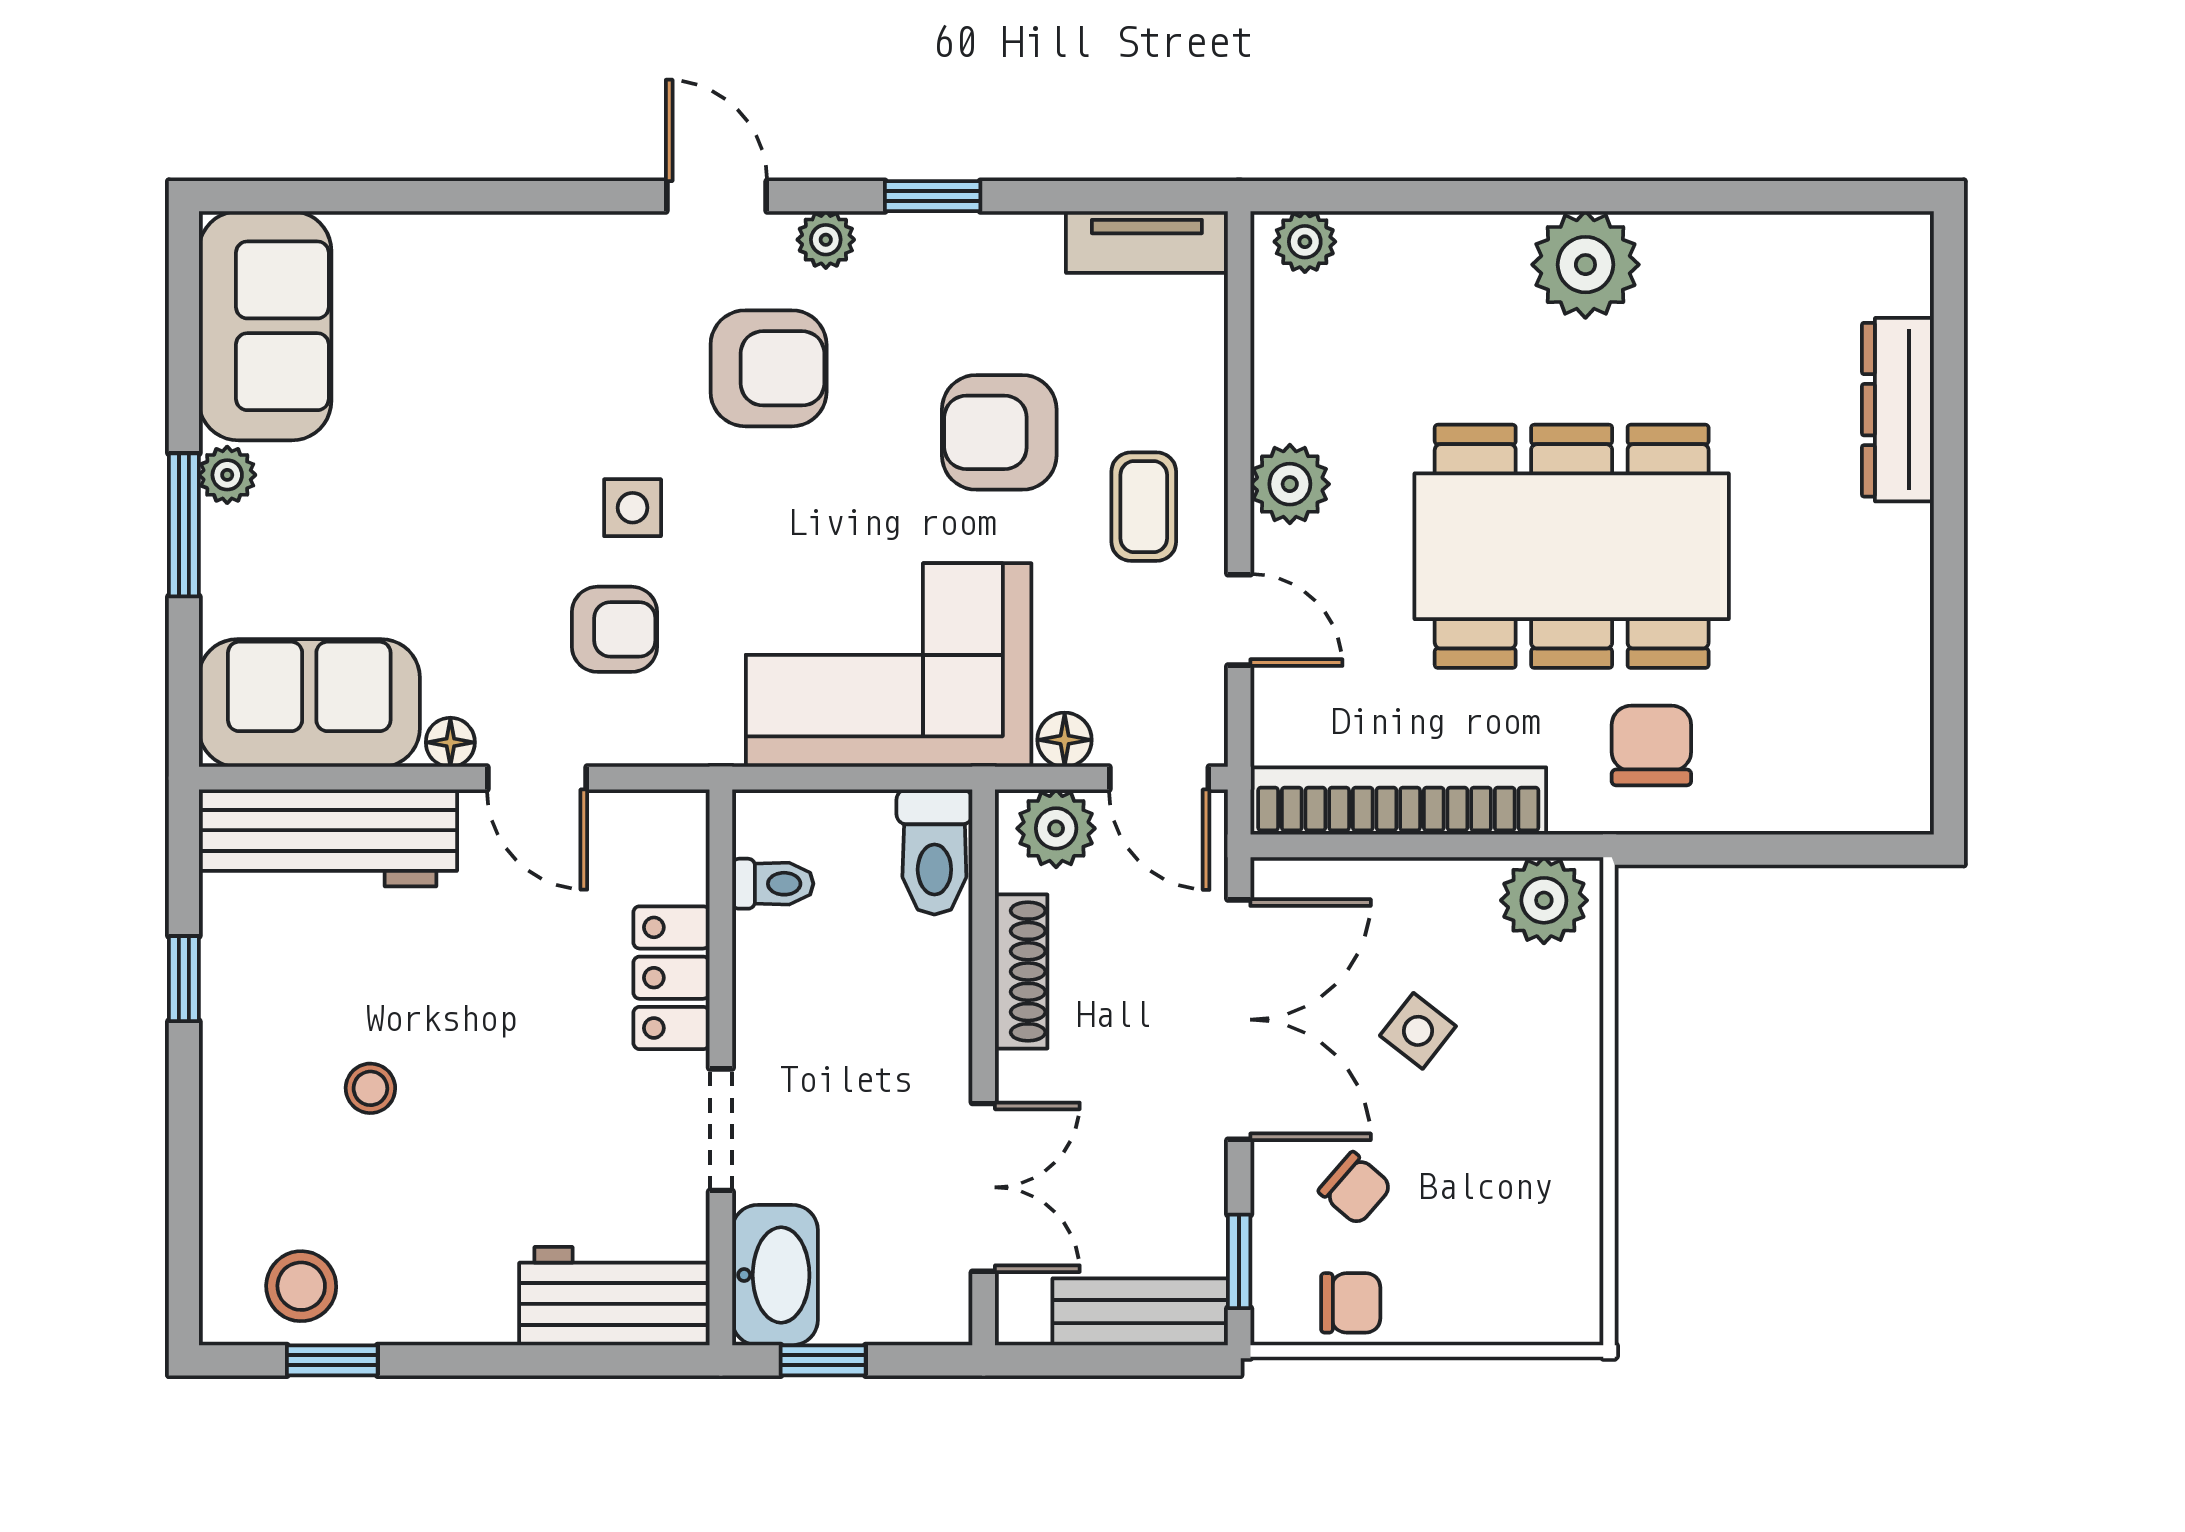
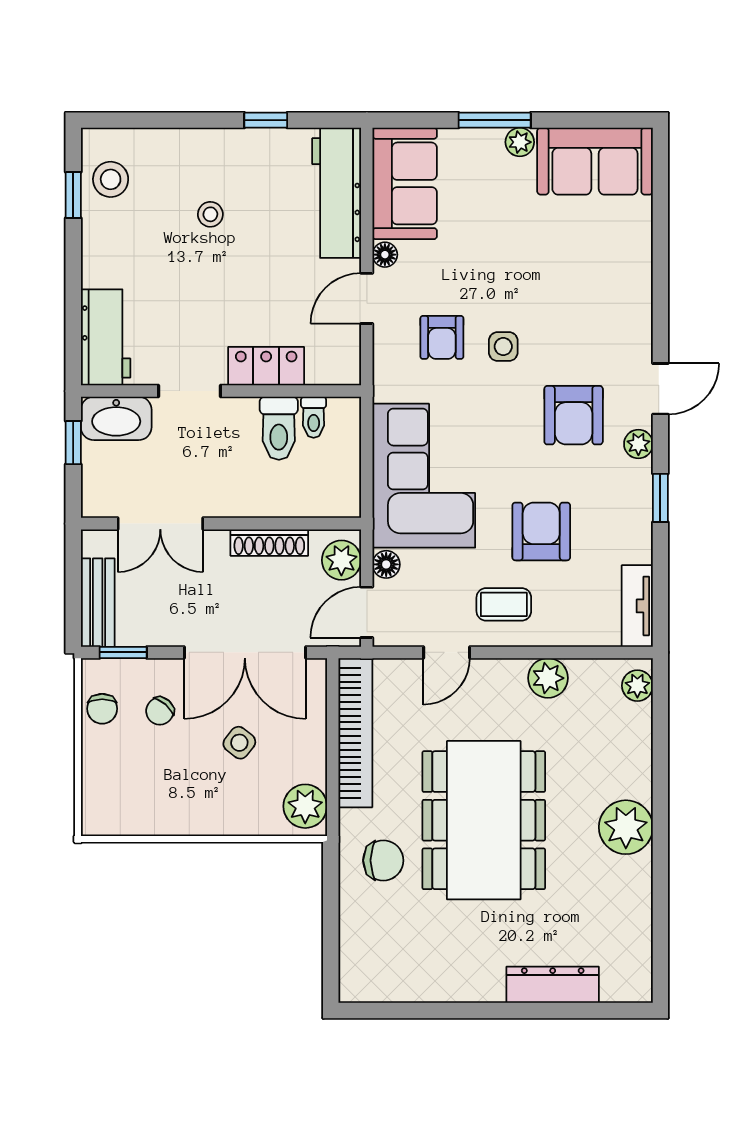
plant: (1290, 484) -> (548, 678), moved
toilet: (934, 852) -> (279, 428), moved, turned -90

